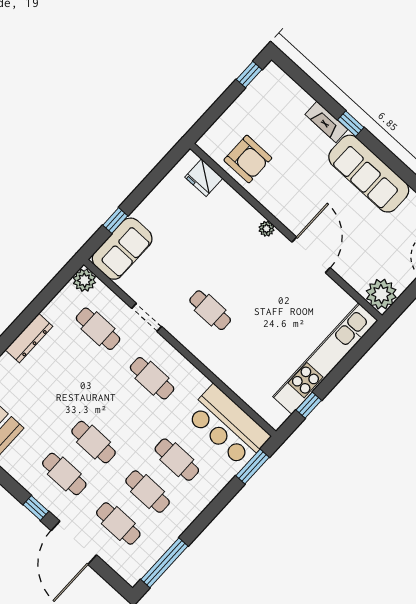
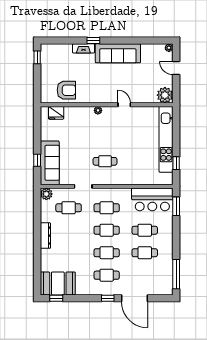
sofa: (122, 249) -> (50, 163), width x1.36
door: (311, 255) -> (124, 105), width x0.53
cafe table: (118, 523) -> (107, 230), moved

